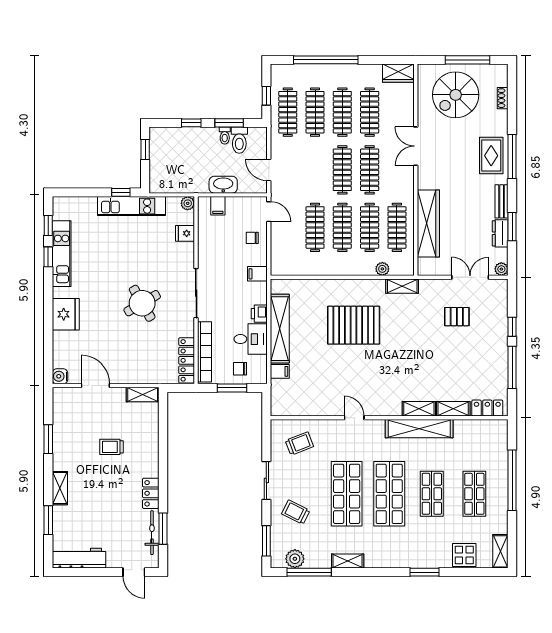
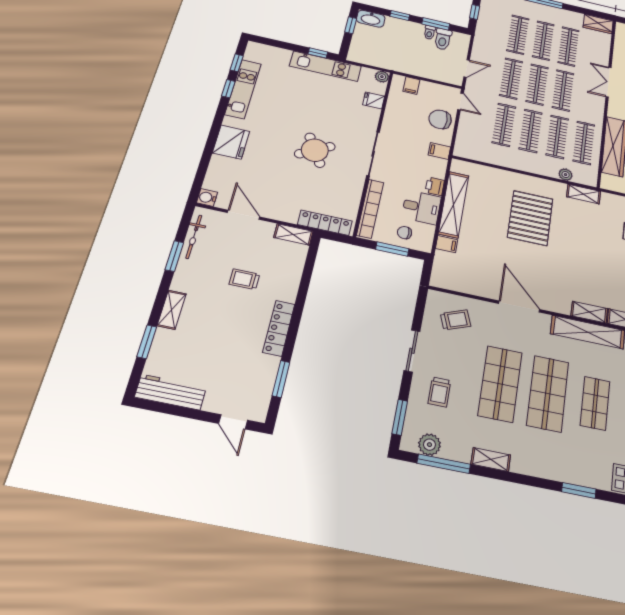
clothes rail: (288, 112) -> (511, 78), moved
door: (269, 170) -> (467, 68), swing flipped
washbasin: (223, 185) -> (371, 19), moved, turned 180
chair: (252, 238) -> (440, 119), width x1.87, depth x1.87
pallet: (354, 325) -> (530, 218), turned 90
locker: (187, 360) -> (325, 223), moved, turned 90
door: (354, 418) -> (519, 306), width x1.87
locker: (151, 493) -> (279, 328), width x1.53
trolley: (296, 512) -> (439, 392), turned -117
bicycle: (152, 533) -> (194, 237), moved, turned 180

